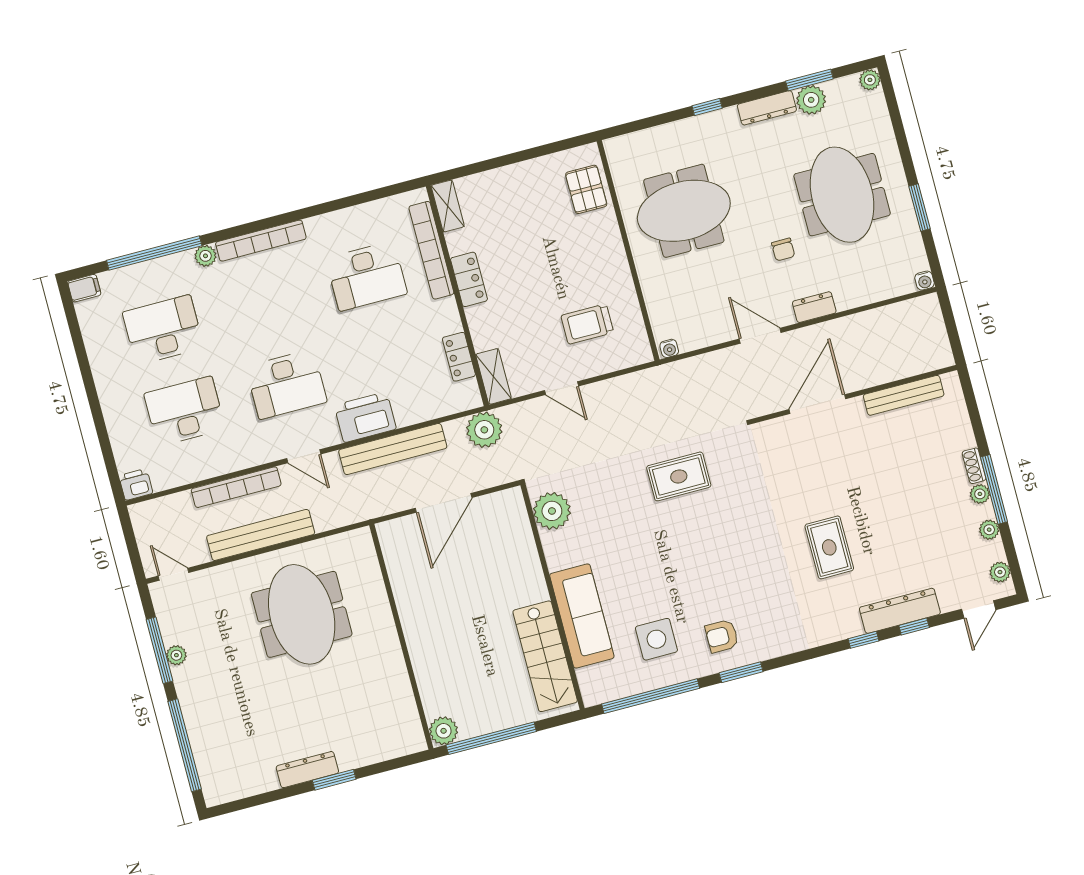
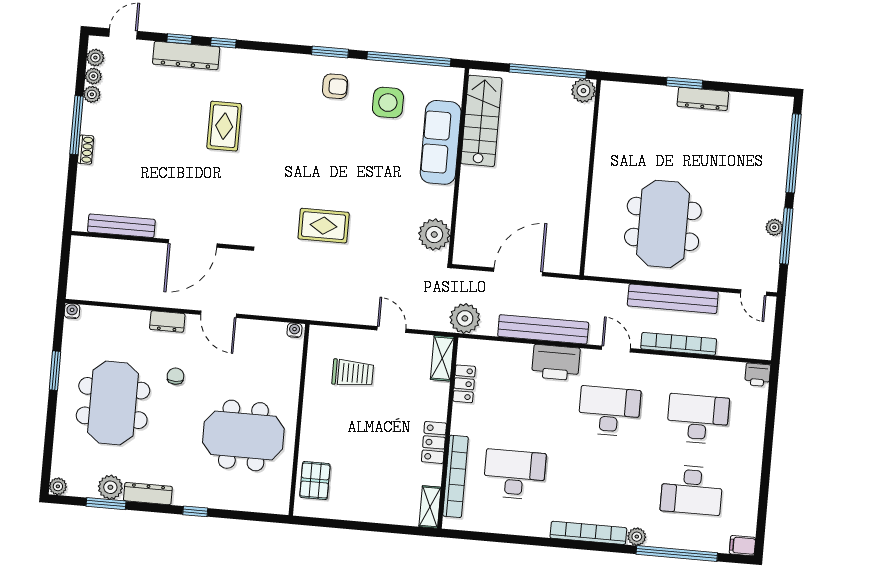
desk: (185, 411) -> (698, 419), turned 180
plant: (980, 494) -> (93, 76), moved

